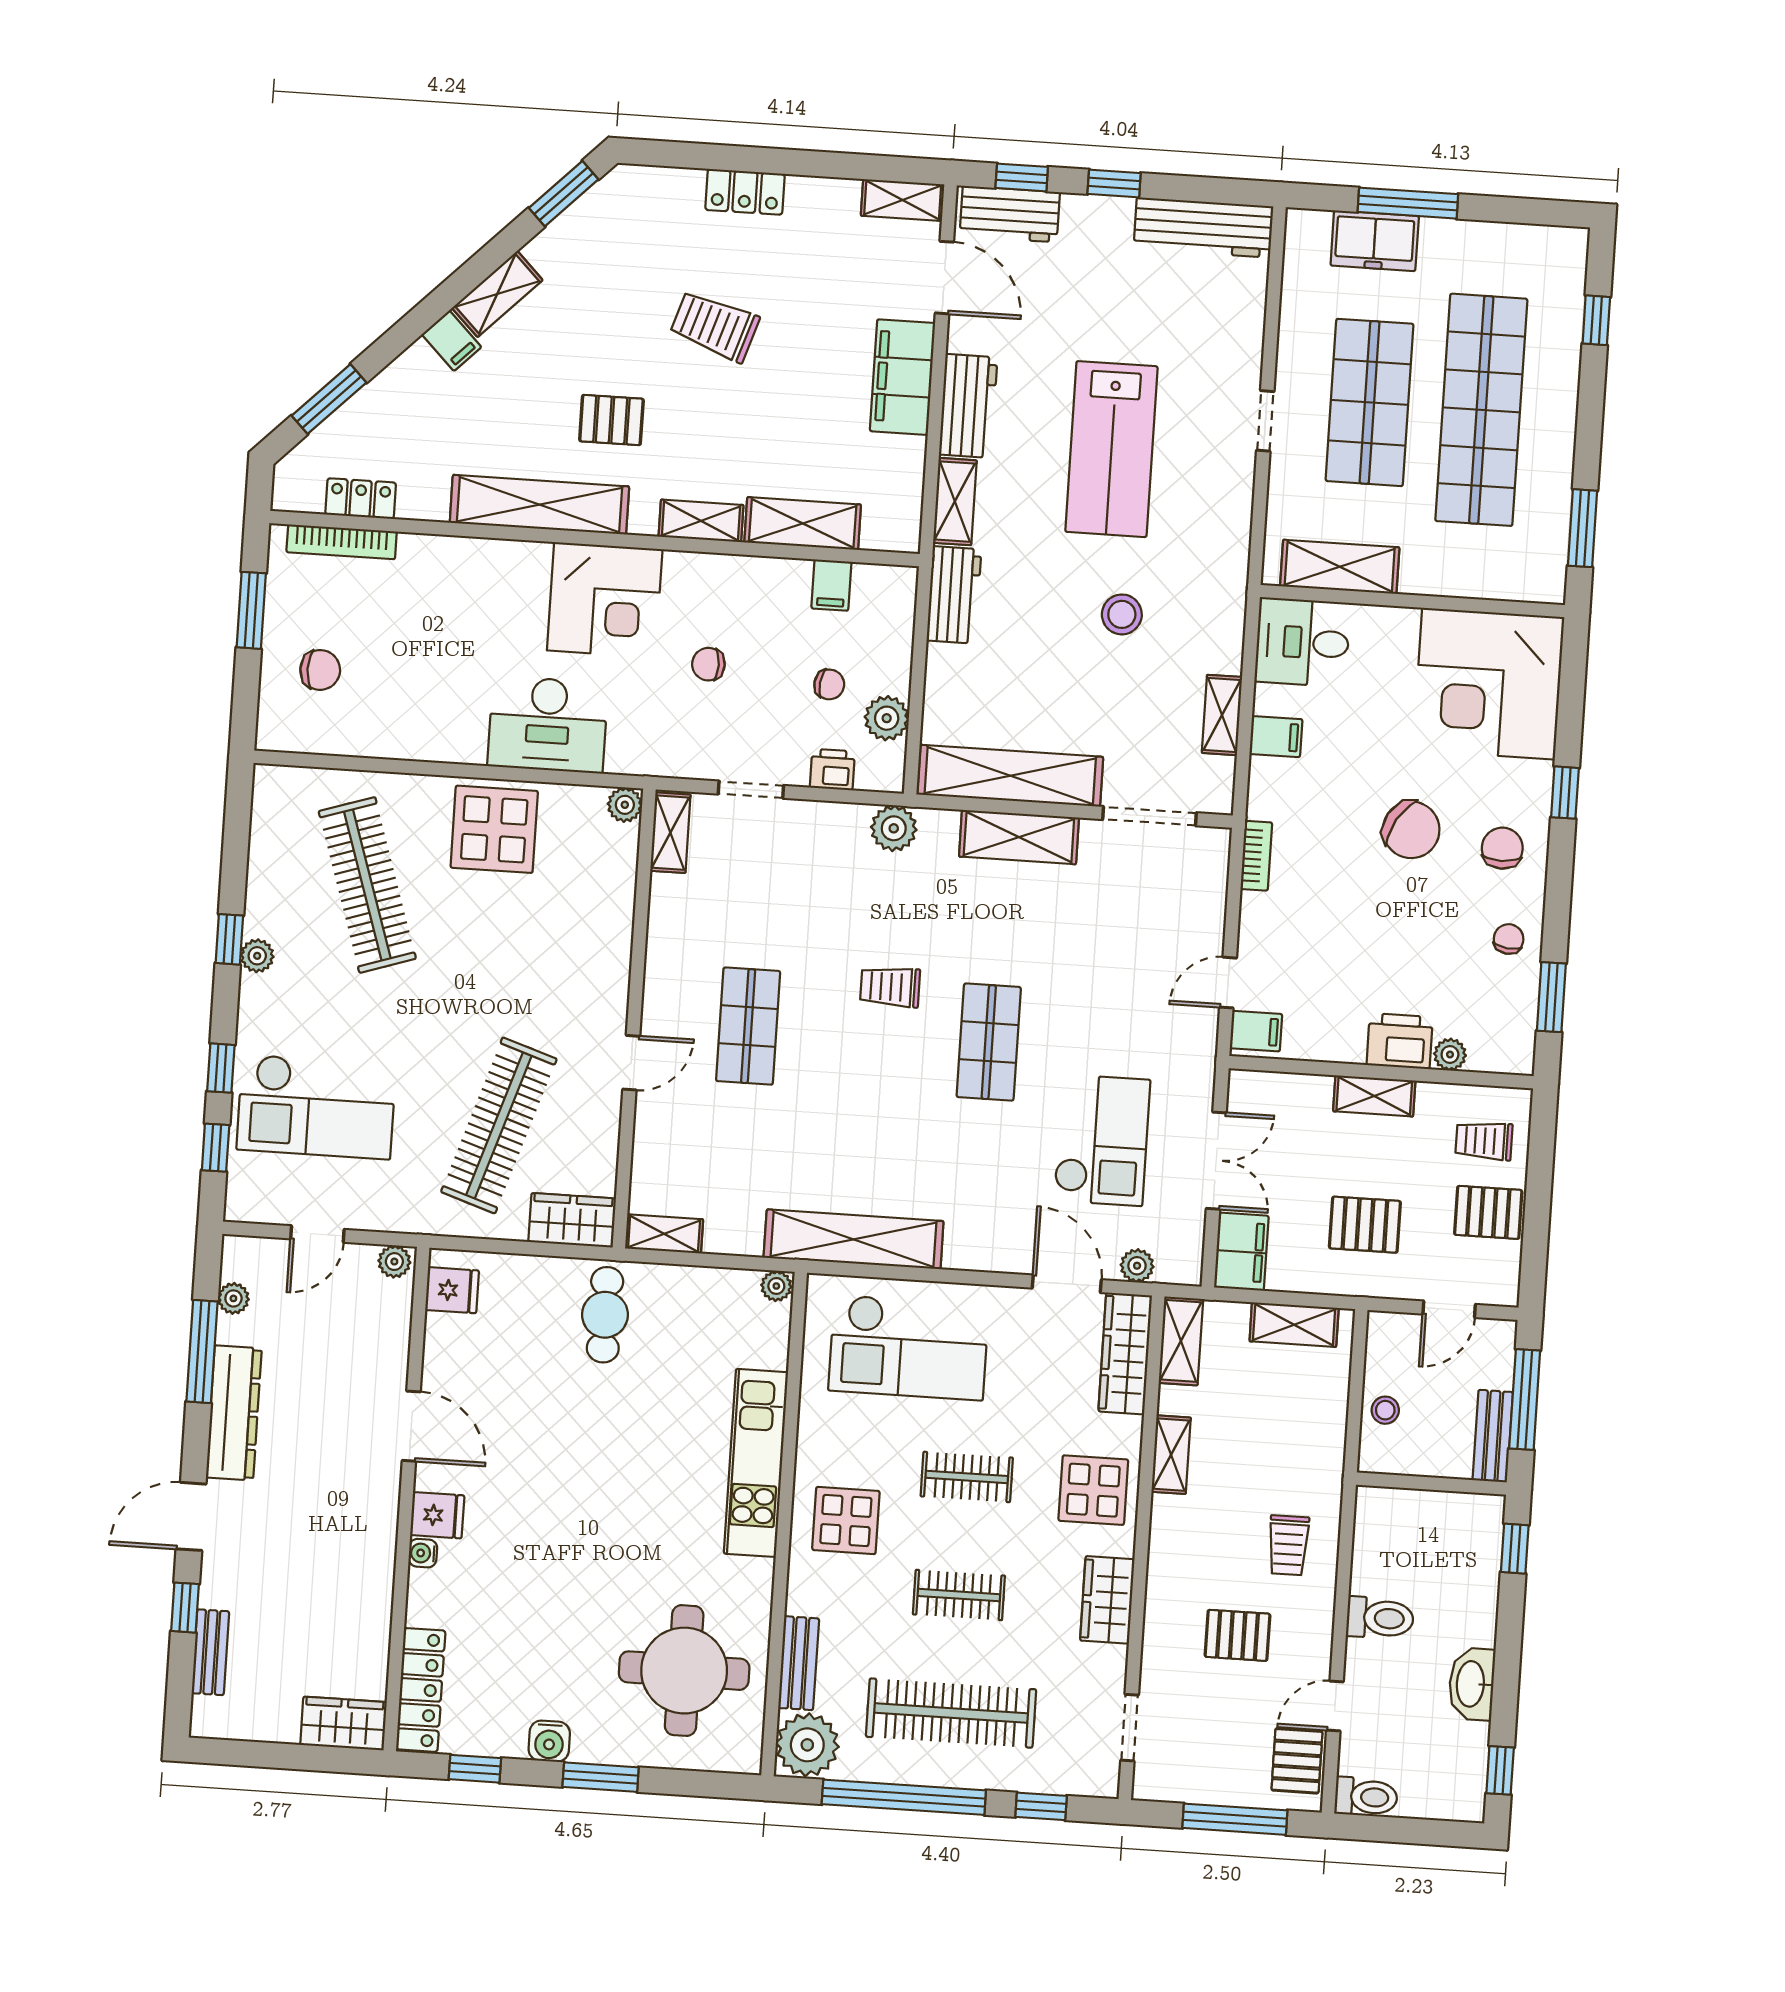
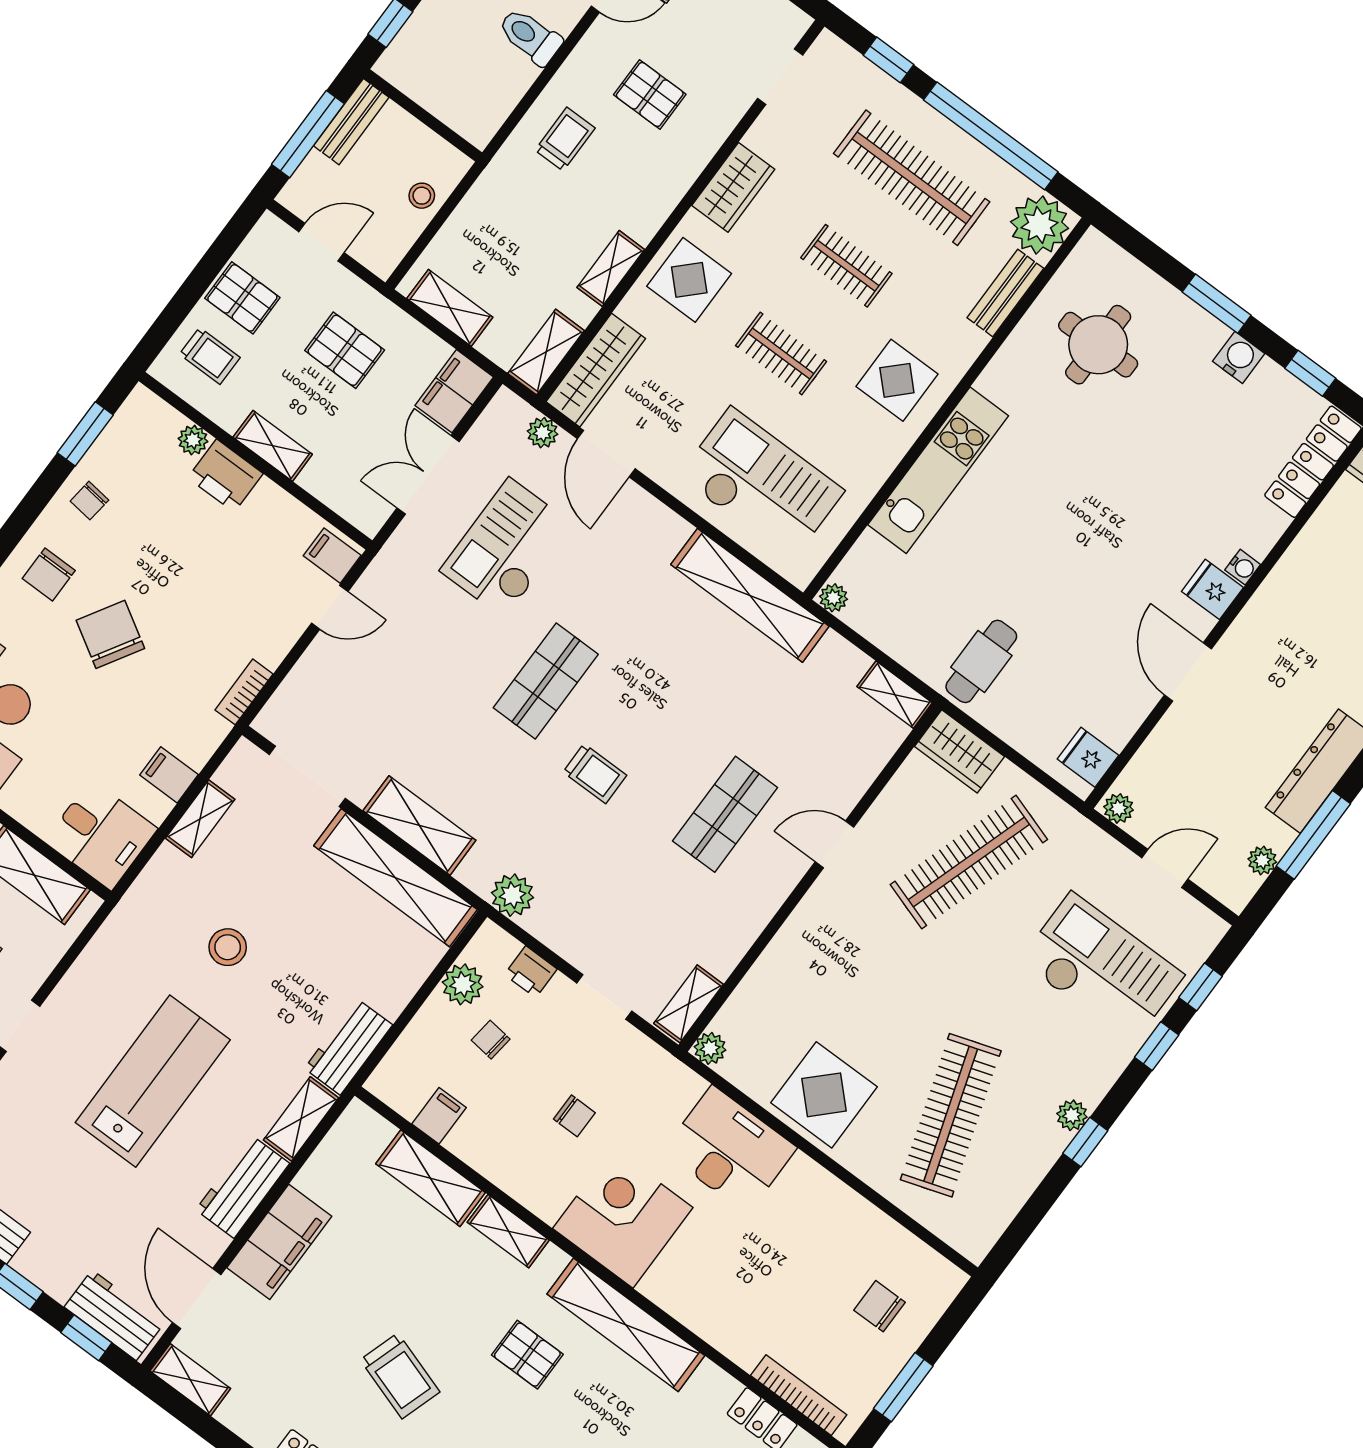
round table: (684, 1671) -> (1098, 345), width x0.73, depth x0.73

